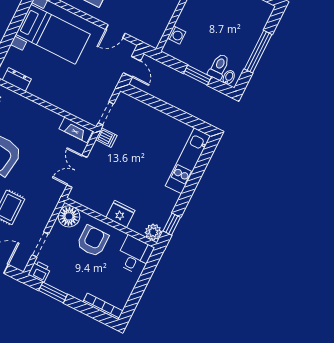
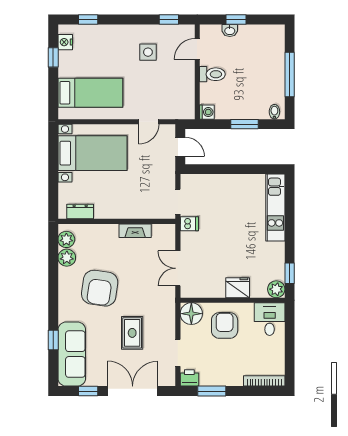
washing machine: (177, 35) -> (207, 112), moved
toilet: (219, 67) -> (212, 74), moved, turned 90
fireplace: (76, 130) -> (135, 231), moved

